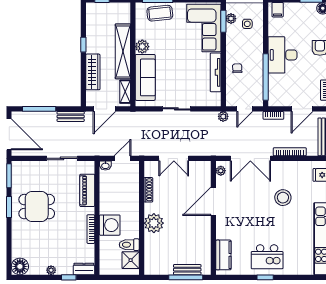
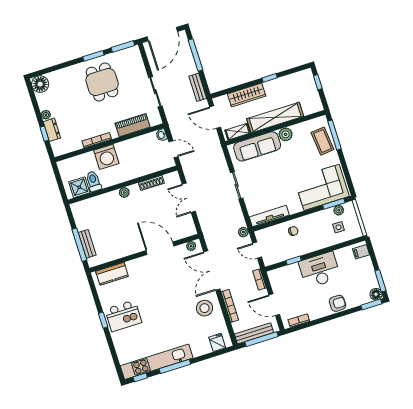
tv unit: (216, 72) -> (269, 216), moved
window: (266, 77) -> (294, 260), width x0.32
stool: (283, 198) -> (205, 308), moved
plant: (154, 223) -> (124, 193), width x0.53, depth x0.53
kitchen island: (267, 257) -> (123, 316), turned -90
dresser: (84, 269) -> (52, 130), moved

